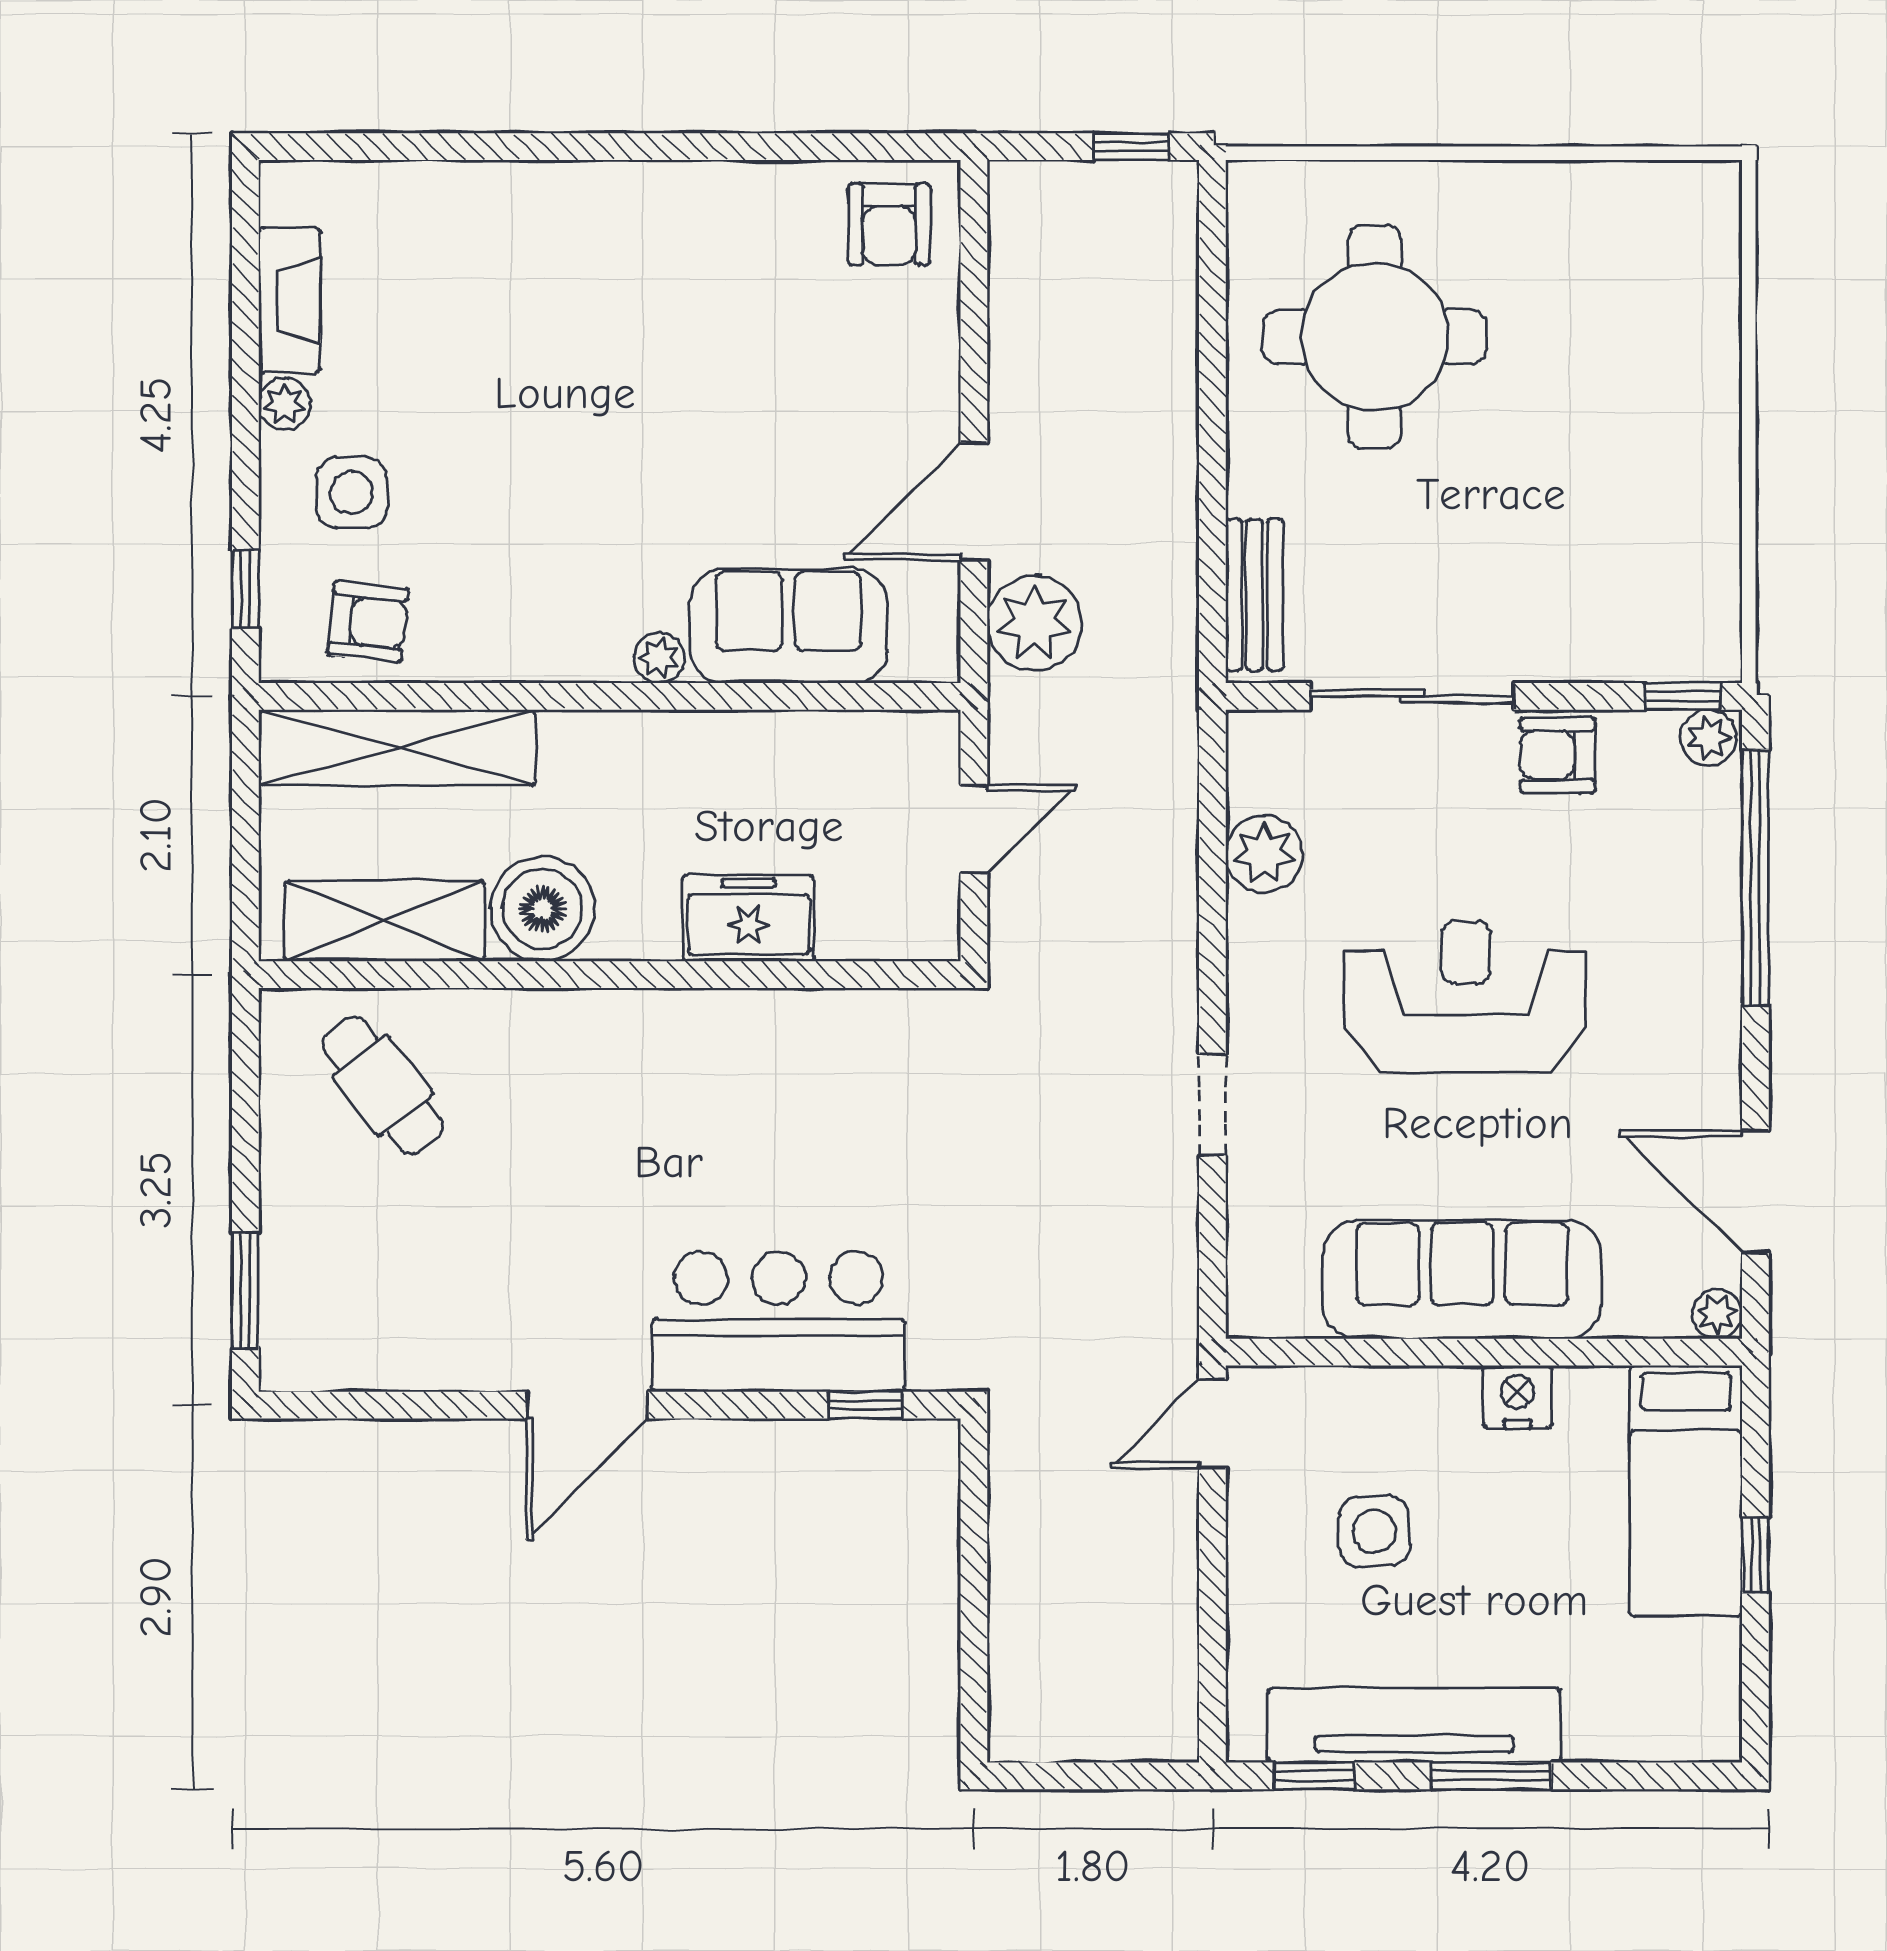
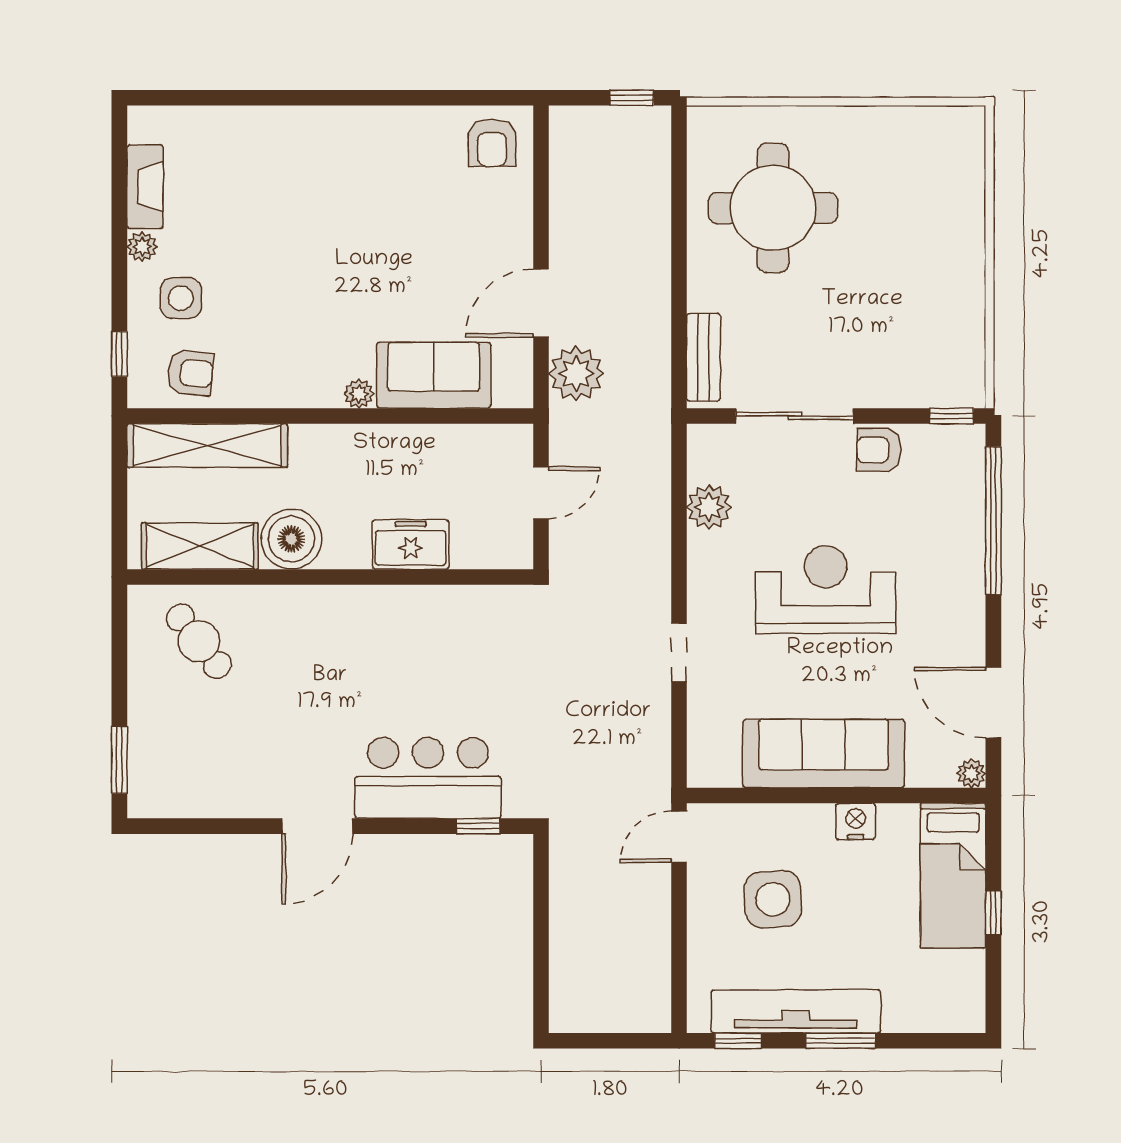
plant: (1709, 737) -> (966, 440), removed
side table: (1374, 1531) -> (773, 899), width x1.37, depth x1.37

